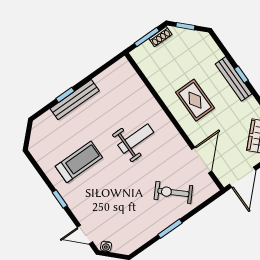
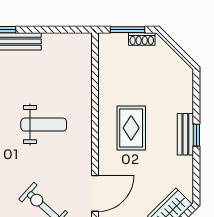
window: (185, 26) -> (174, 46), removed
bench: (234, 79) -> (185, 134), width x0.73

